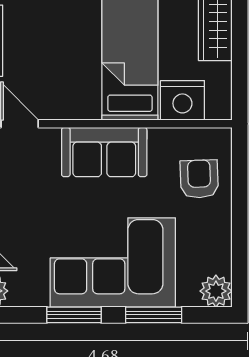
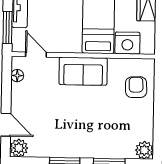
corner sofa: (113, 262) -> (87, 133), removed

